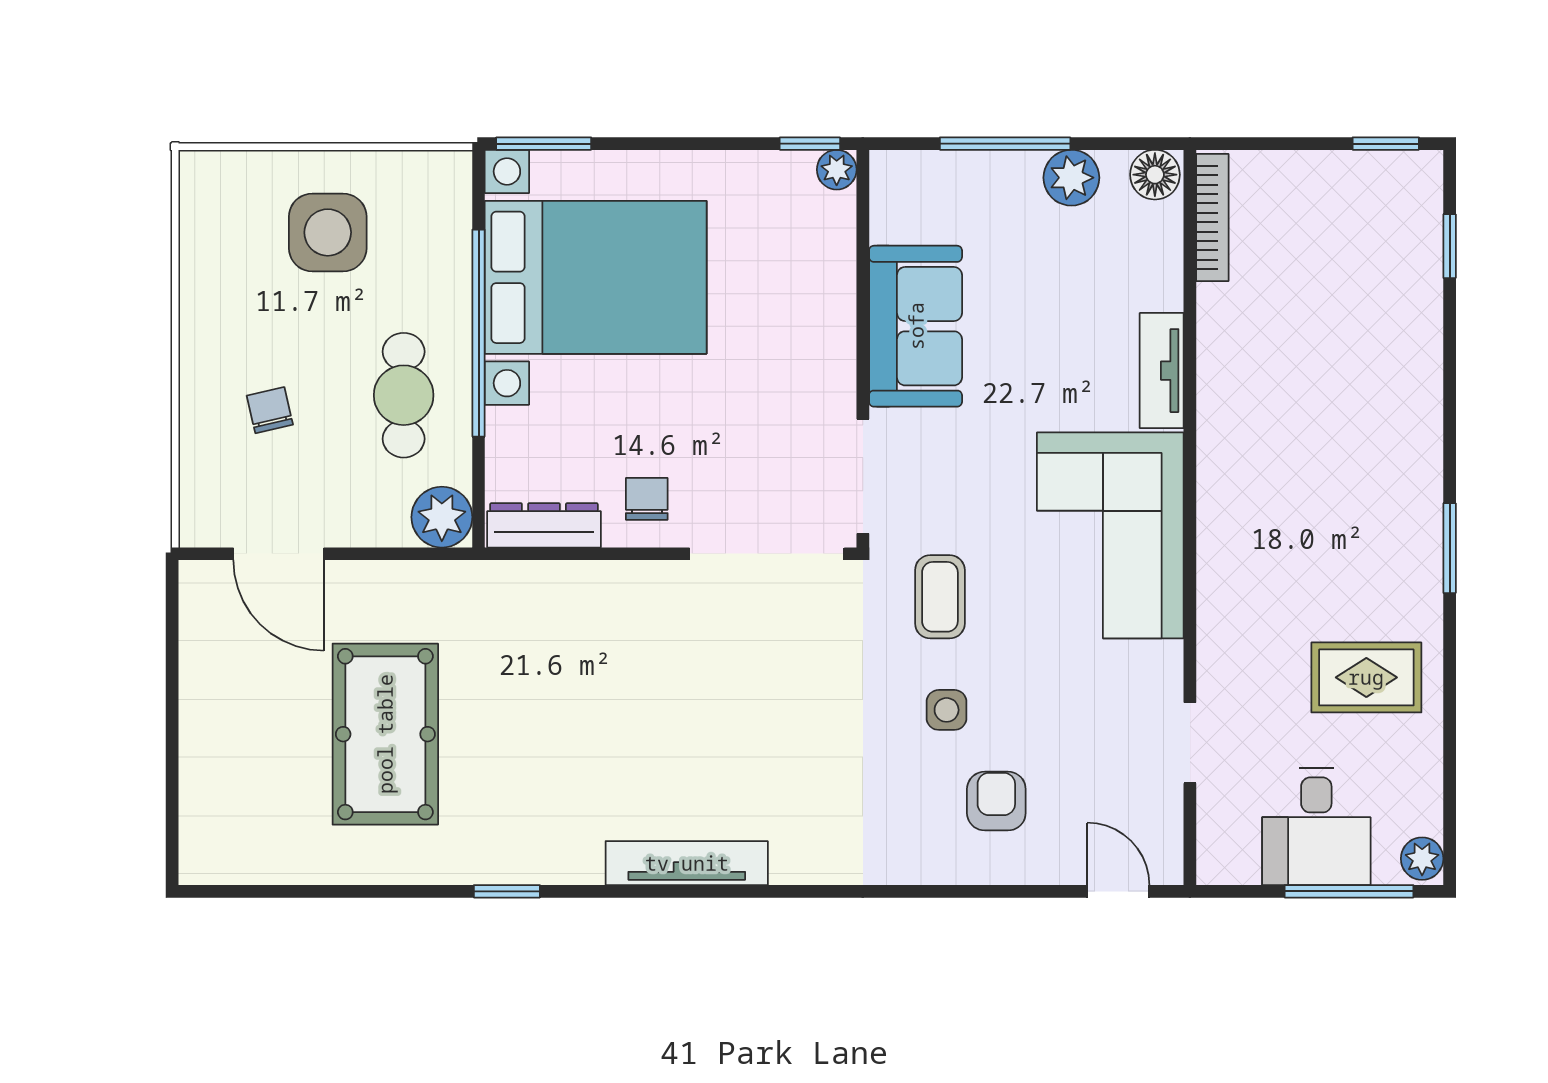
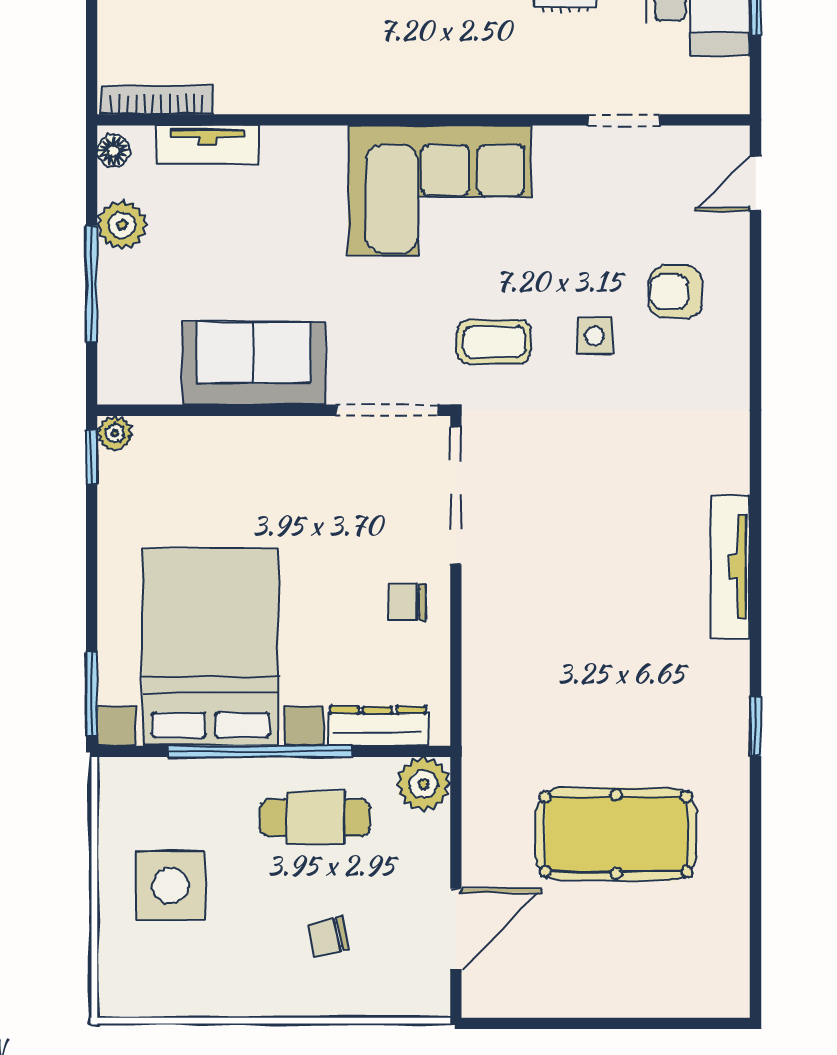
floor lamp: (1155, 175) -> (113, 151), width x0.73, depth x0.73
tv unit: (1162, 371) -> (208, 145), moved
dresser: (544, 525) -> (378, 726), moved, turned 90

